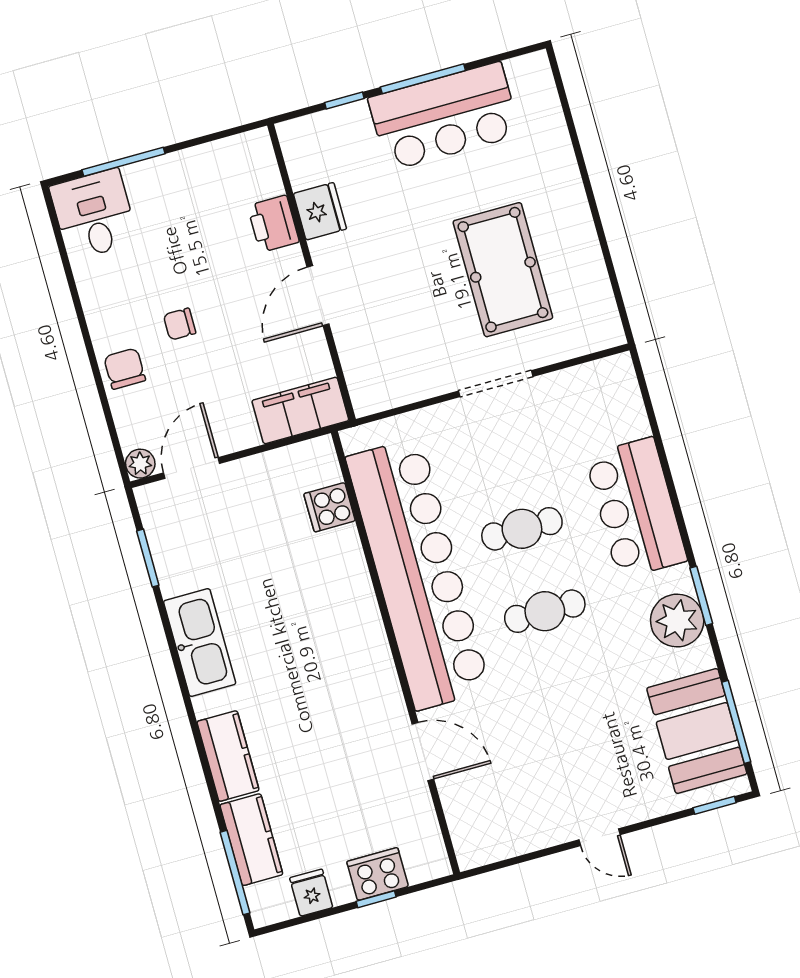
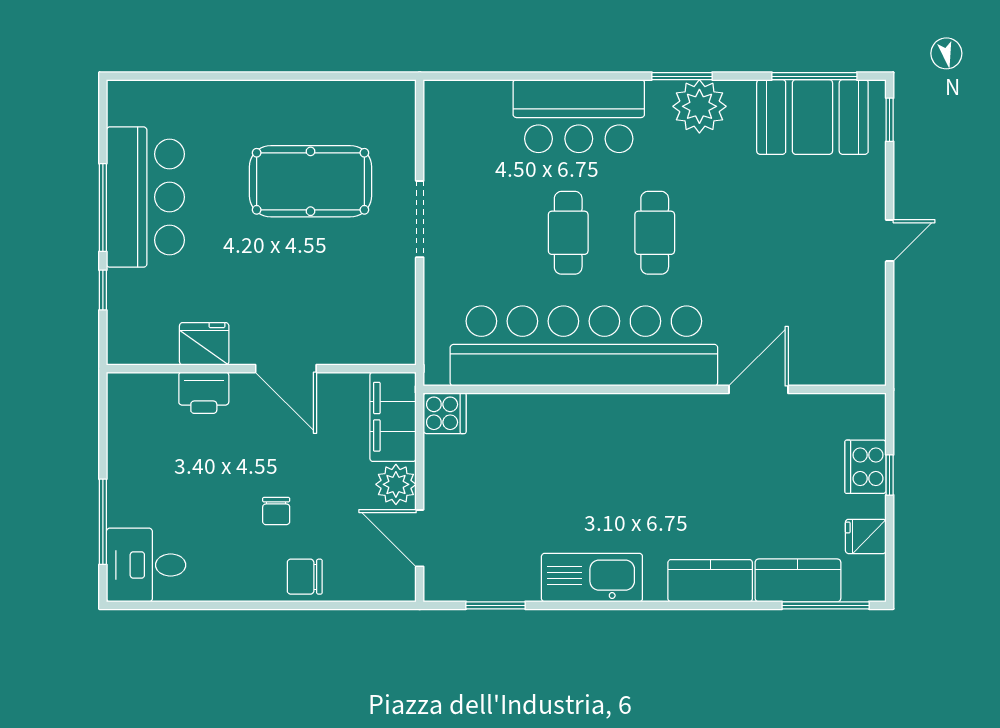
plant: (140, 464) -> (396, 484), moved, width x1.38, depth x1.38
cooker: (330, 507) -> (445, 413), moved, turned -90

